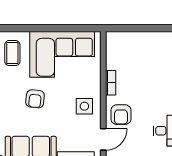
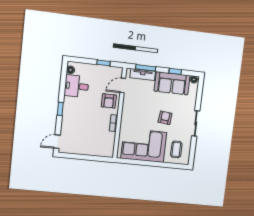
side table: (84, 106) -> (133, 109), removed
armchair: (121, 115) -> (109, 101), turned 180

